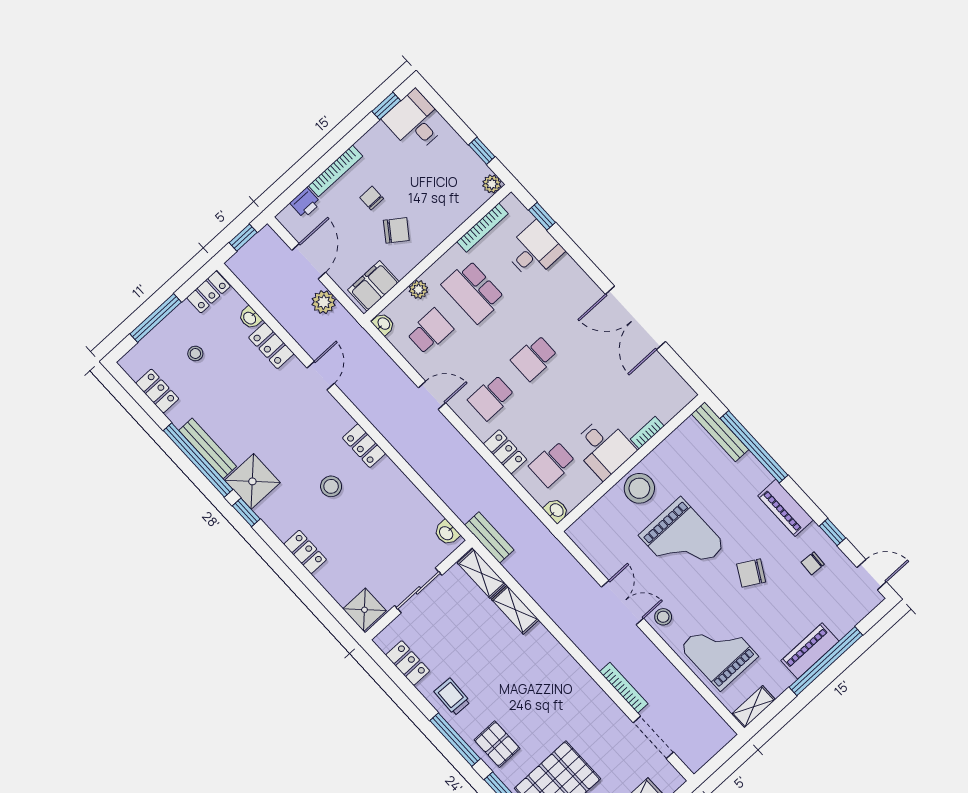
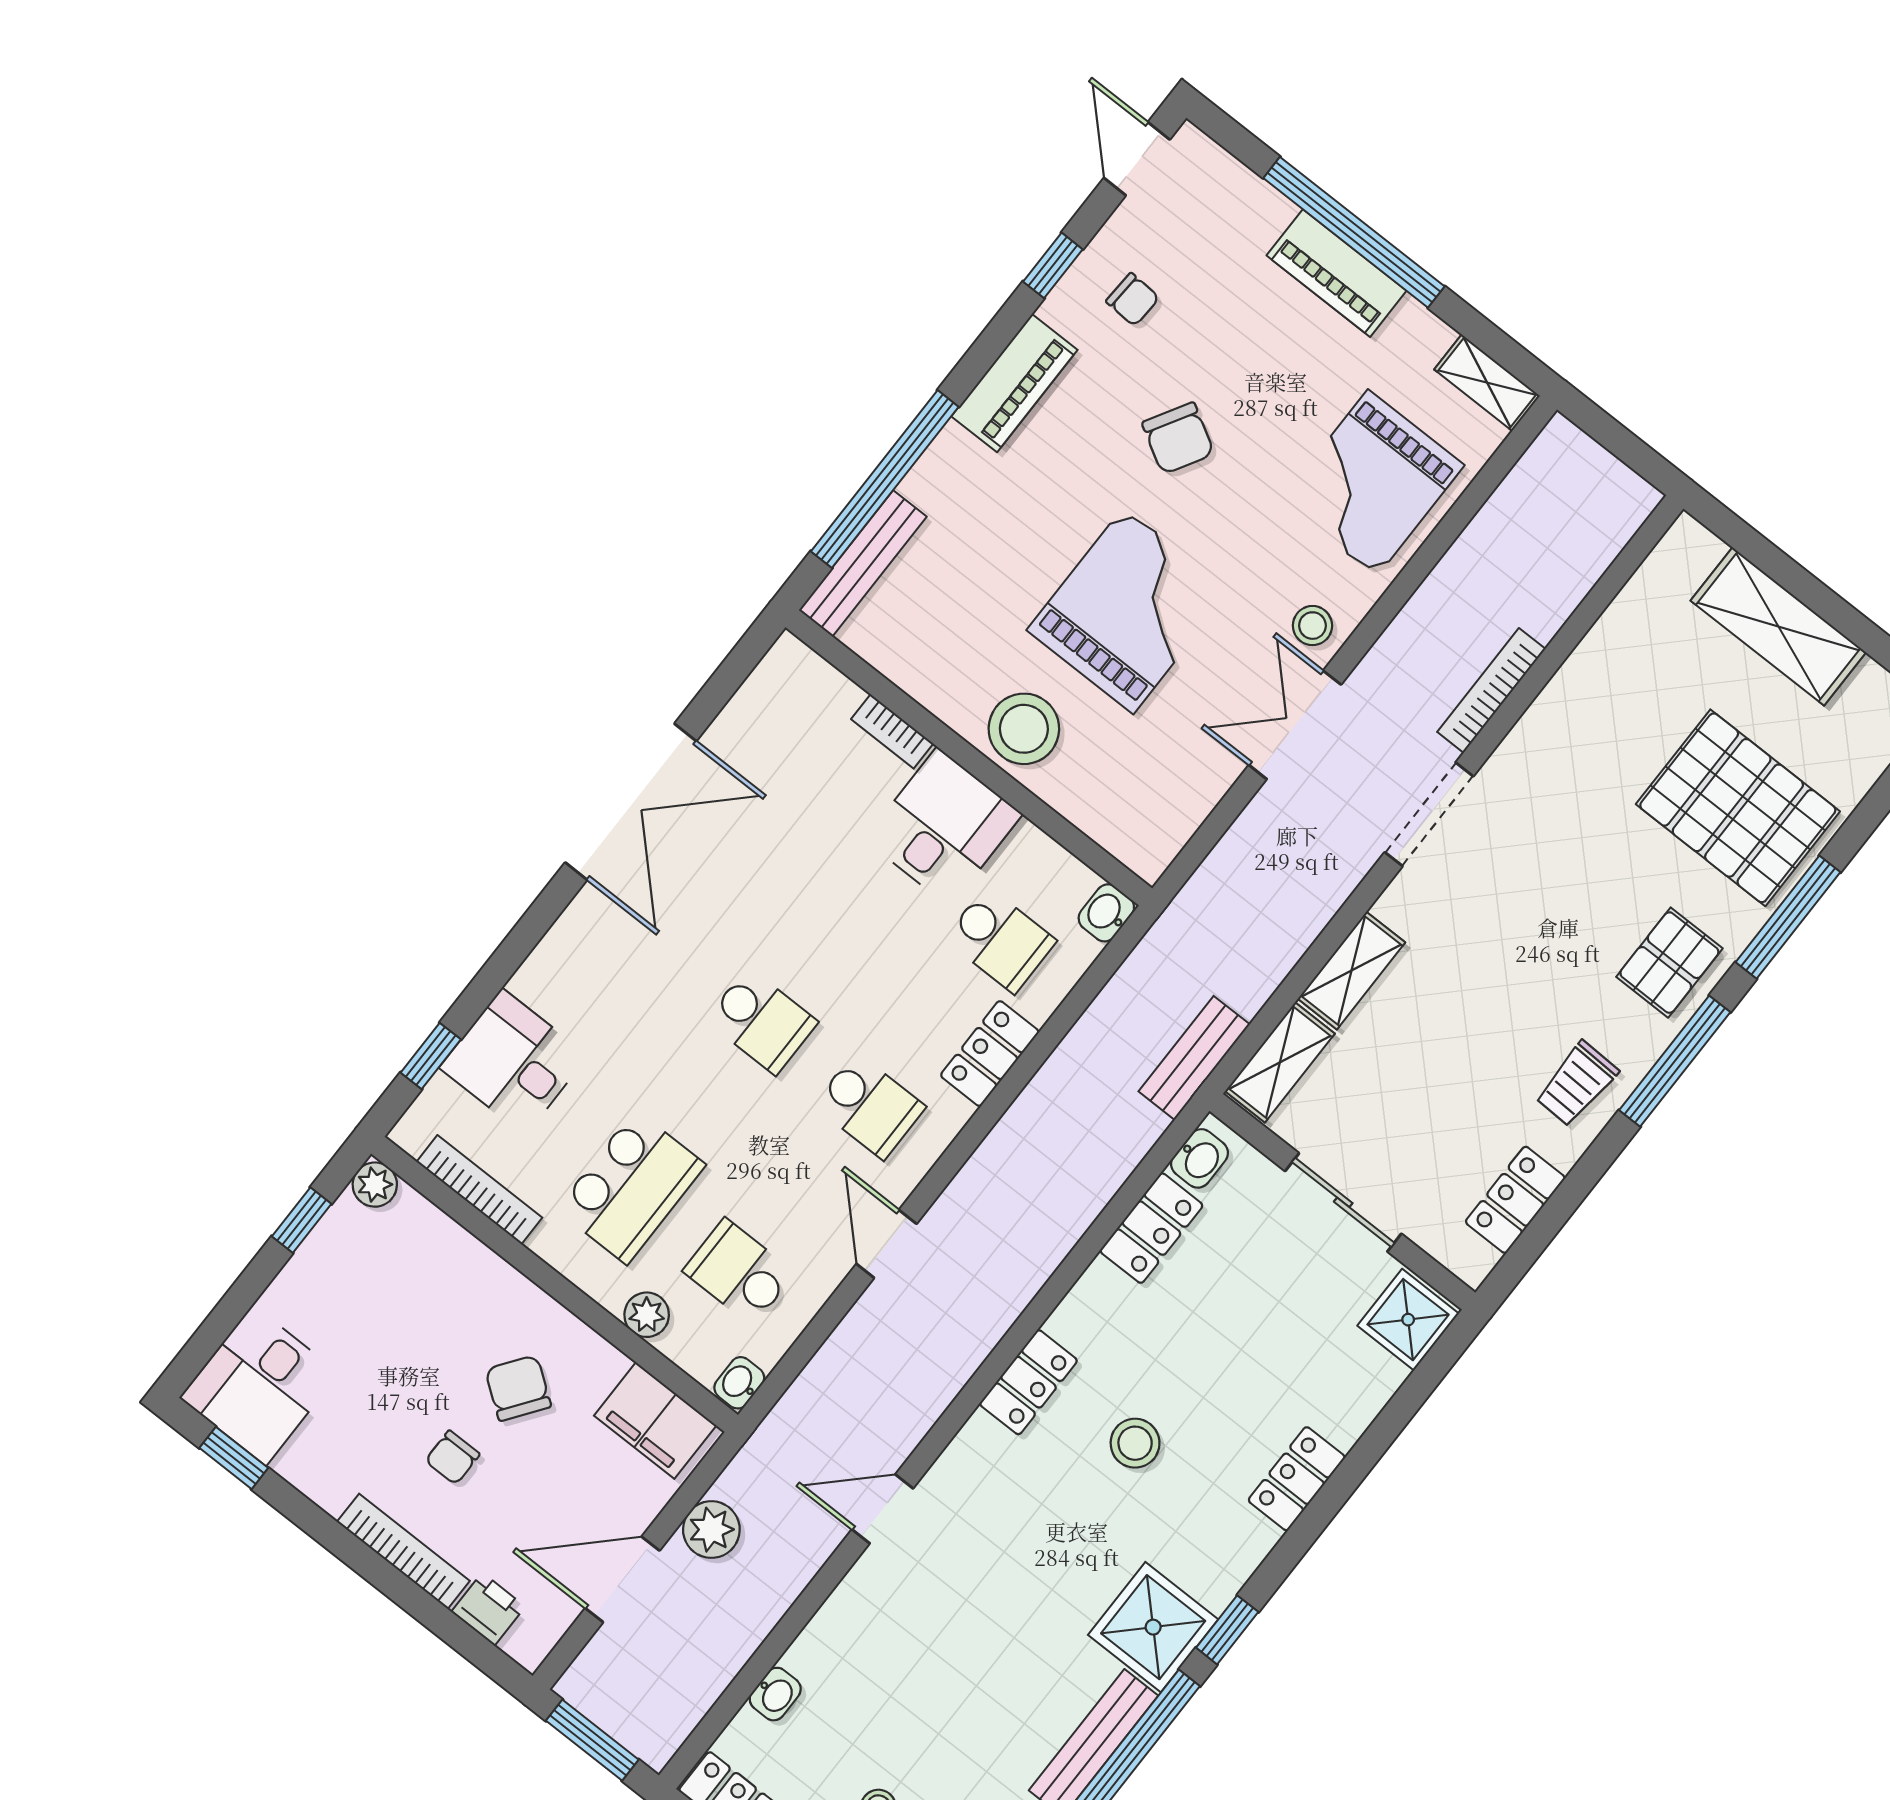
window: (243, 238) -> (592, 1740), width x1.50
locker: (271, 346) -> (1151, 1228), moved
doorway: (653, 737) -> (1429, 814), moved

